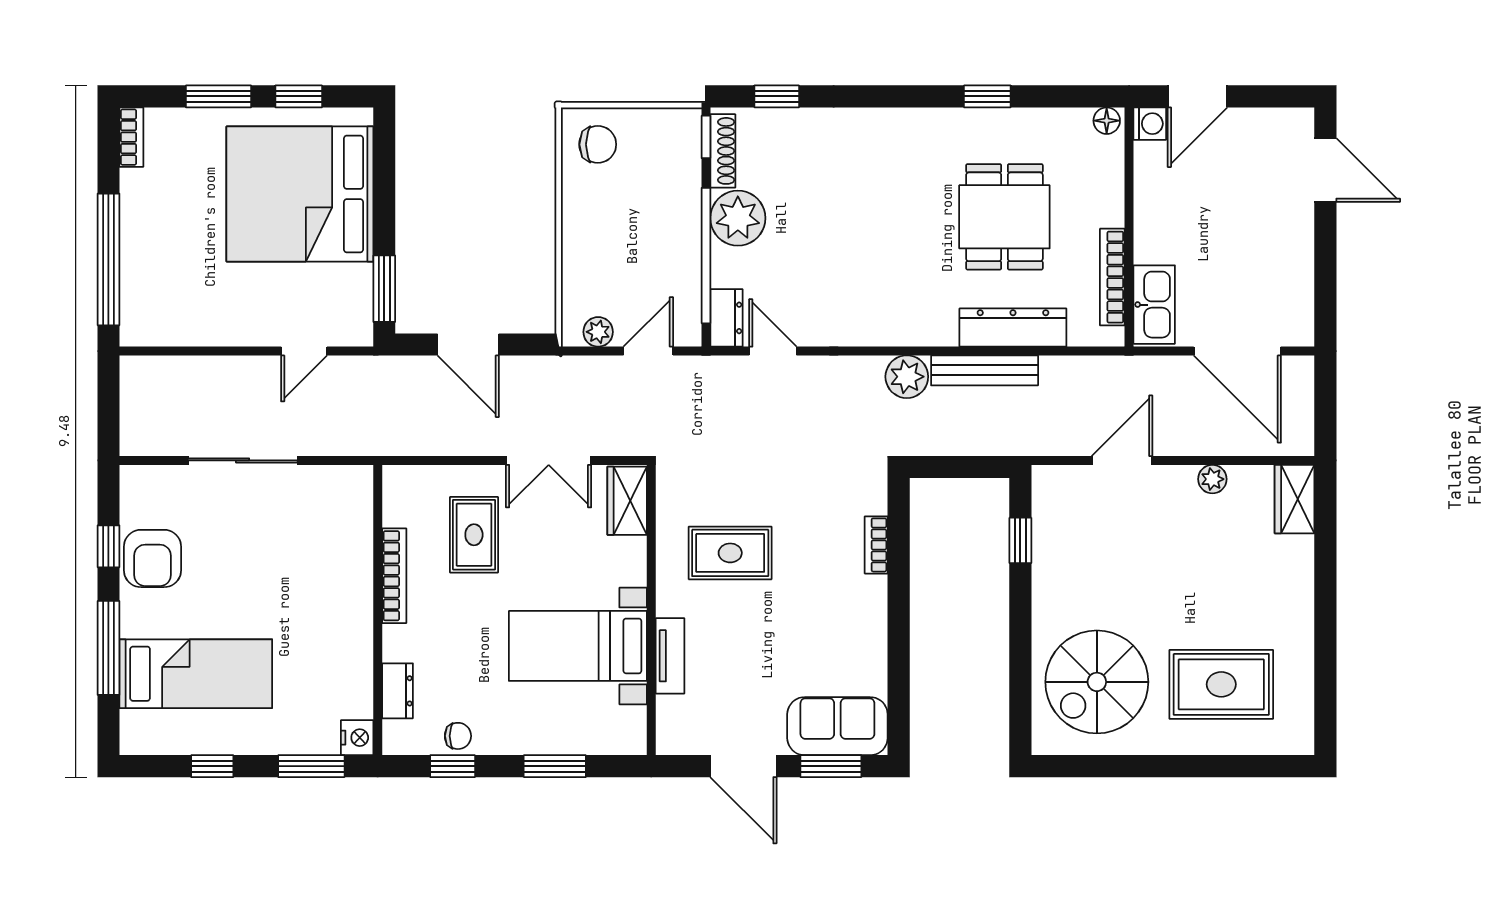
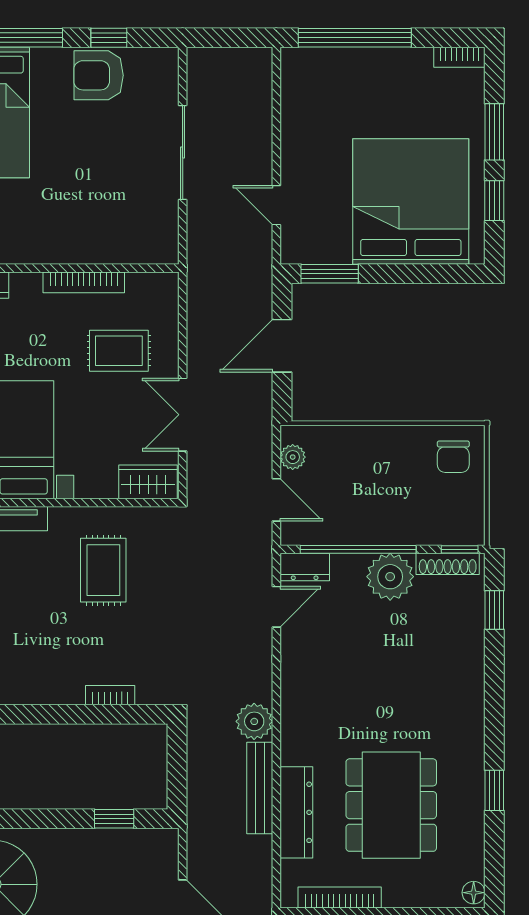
dining table: (1004, 217) -> (391, 805), width x1.37

